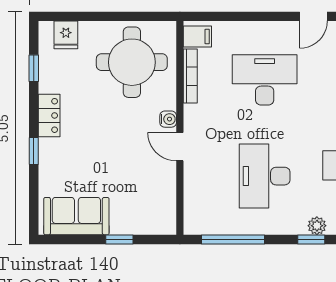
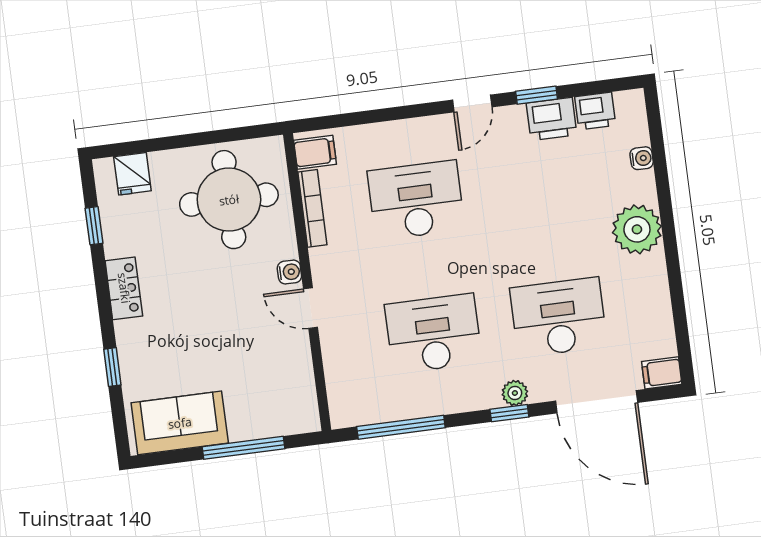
window: (34, 151) -> (112, 367), moved
desk: (265, 176) -> (433, 334), turned 90
window: (119, 240) -> (244, 448), width x2.17

